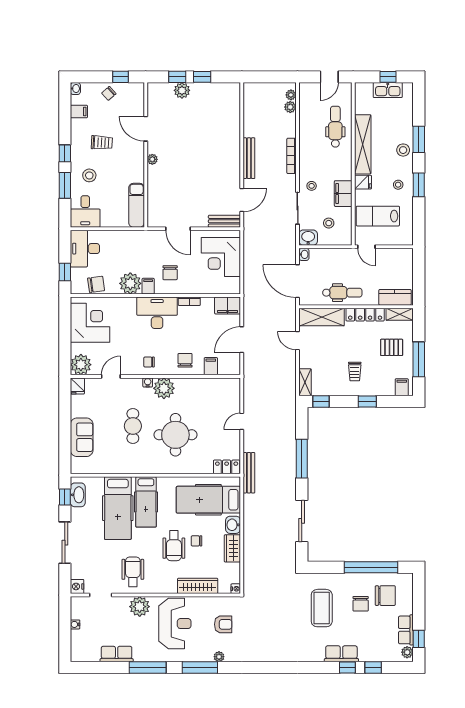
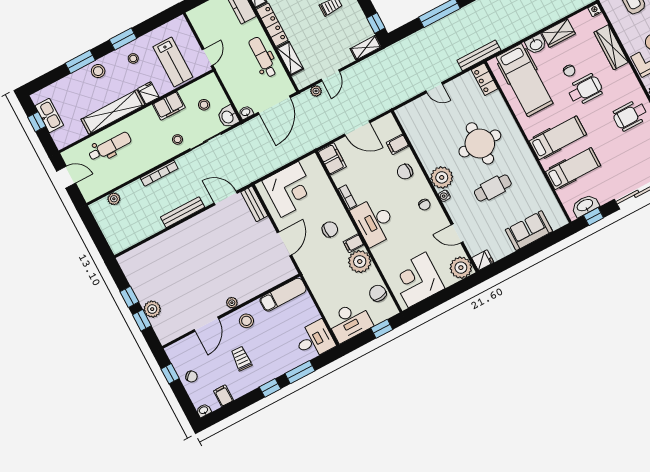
plant: (291, 95) -> (316, 91), moved
dental chair: (335, 127) -> (110, 147), turned 180
stool: (89, 175) -> (246, 321), moved
shelving: (322, 317) -> (290, 58), width x0.67, depth x0.75
hospital bed: (118, 508) -> (573, 169), width x0.73, depth x0.78

